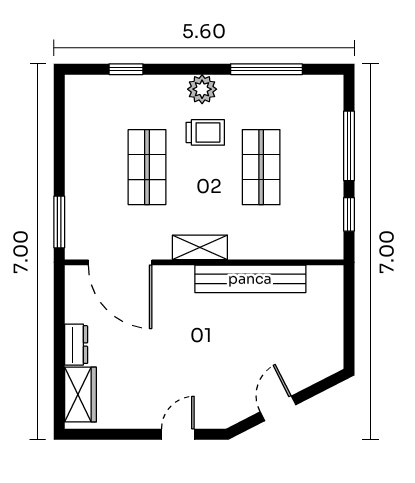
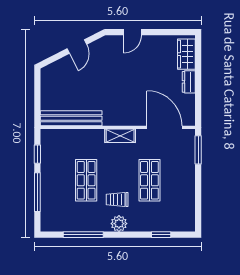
bench: (250, 279) -> (71, 118), moved

